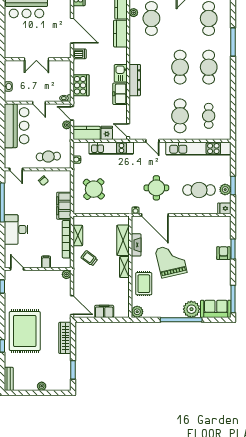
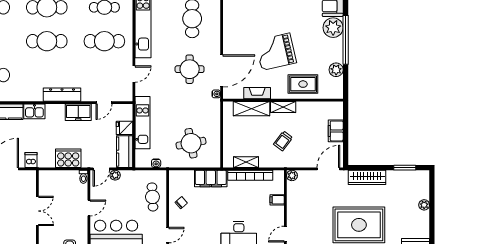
kitchen sink: (121, 73) -> (34, 111), moved
door: (128, 130) -> (104, 103), moved
round table: (94, 189) -> (191, 143), turned 36
trolley: (89, 258) -> (283, 141), moved
plant: (137, 312) -> (336, 70), moved

